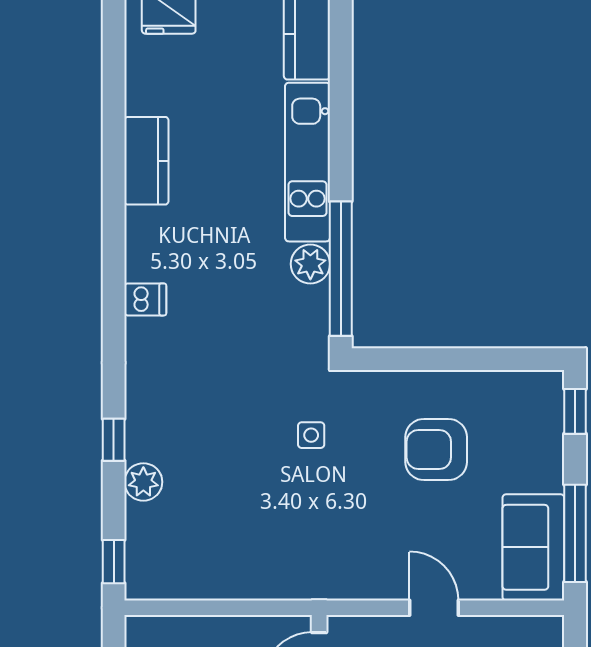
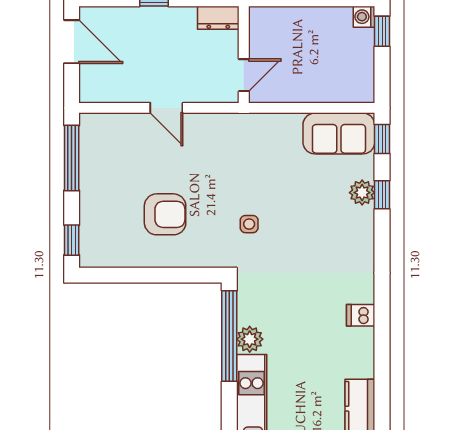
window: (114, 440) -> (382, 195), moved
sofa: (533, 547) -> (339, 133), moved, turned 90

